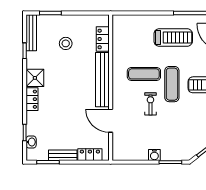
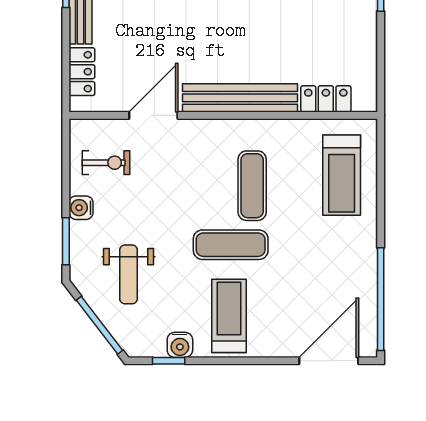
treadmill: (173, 37) -> (342, 175), moved
stool: (66, 43) -> (316, 21), removed
exercise bike: (150, 104) -> (106, 163), moved
weight bench: (186, 133) -> (129, 274), added

